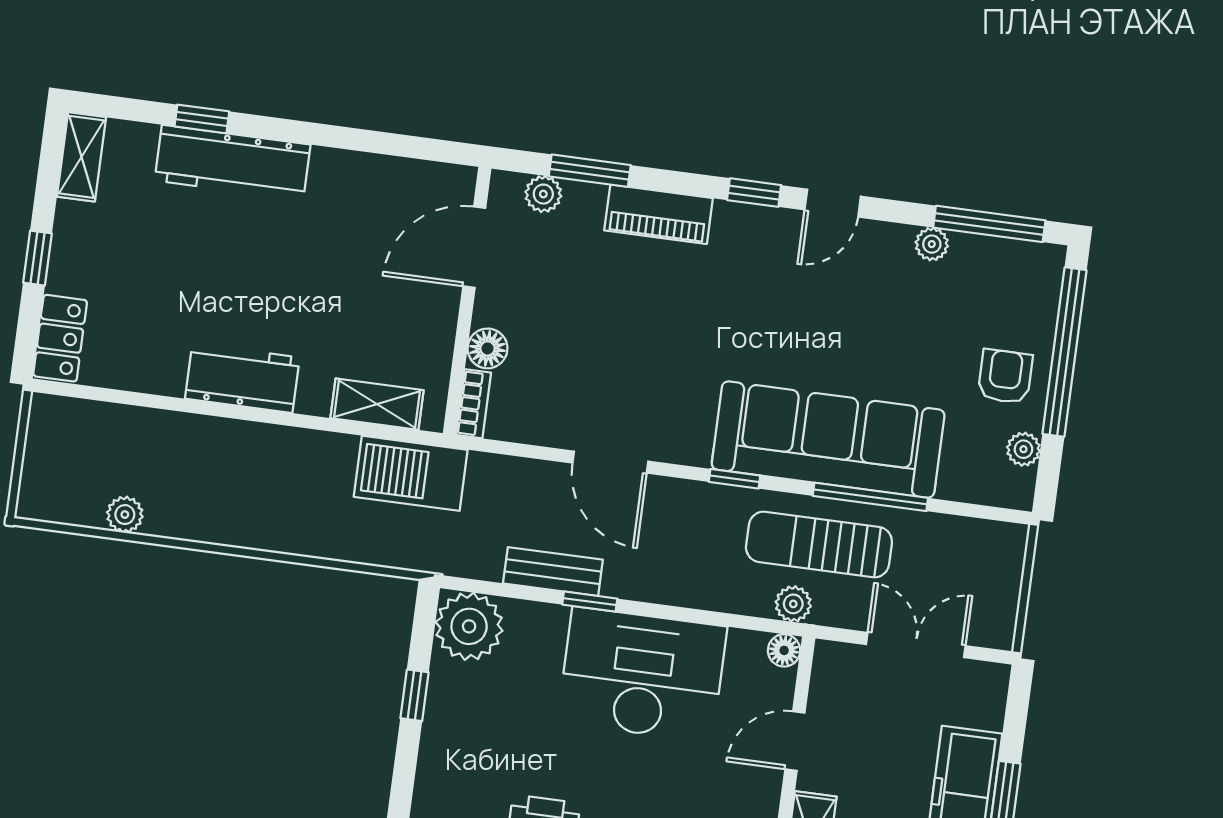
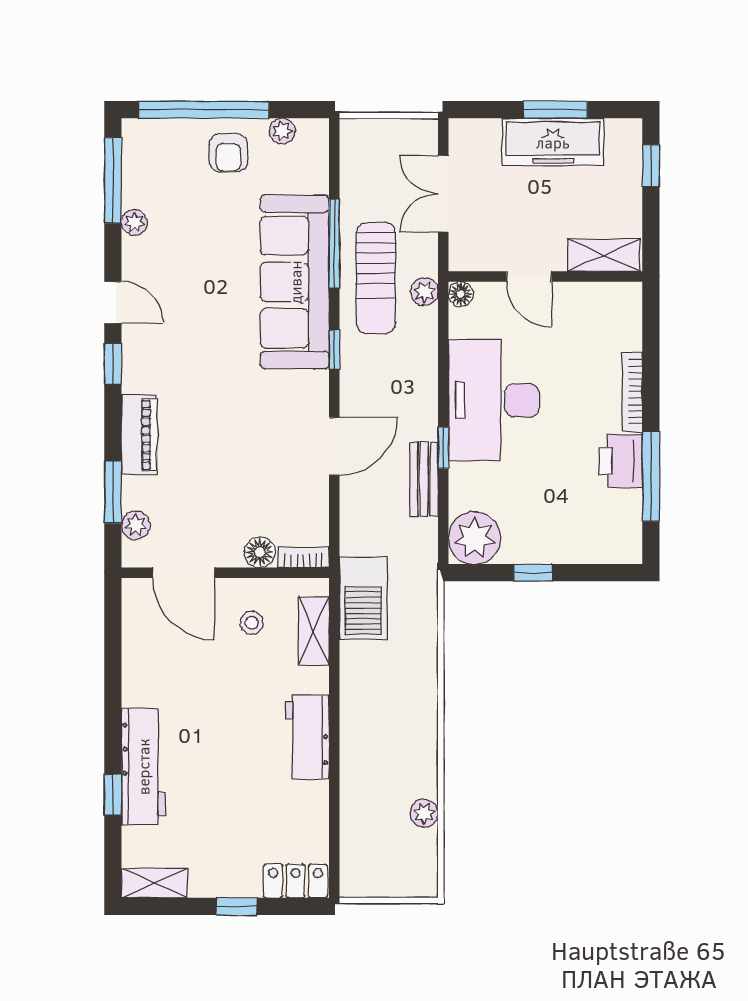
stool: (398, 326) -> (252, 623), added
armchair: (1005, 376) -> (228, 153), turned -90

